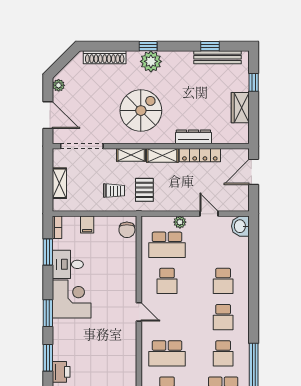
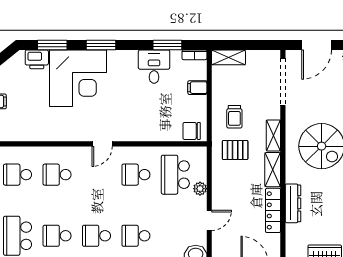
shelving: (59, 183) -> (229, 57), moved
corner desk: (72, 299) -> (78, 78), moved, width x1.36, depth x1.36
school desk: (167, 353) -> (57, 175), width x0.54

